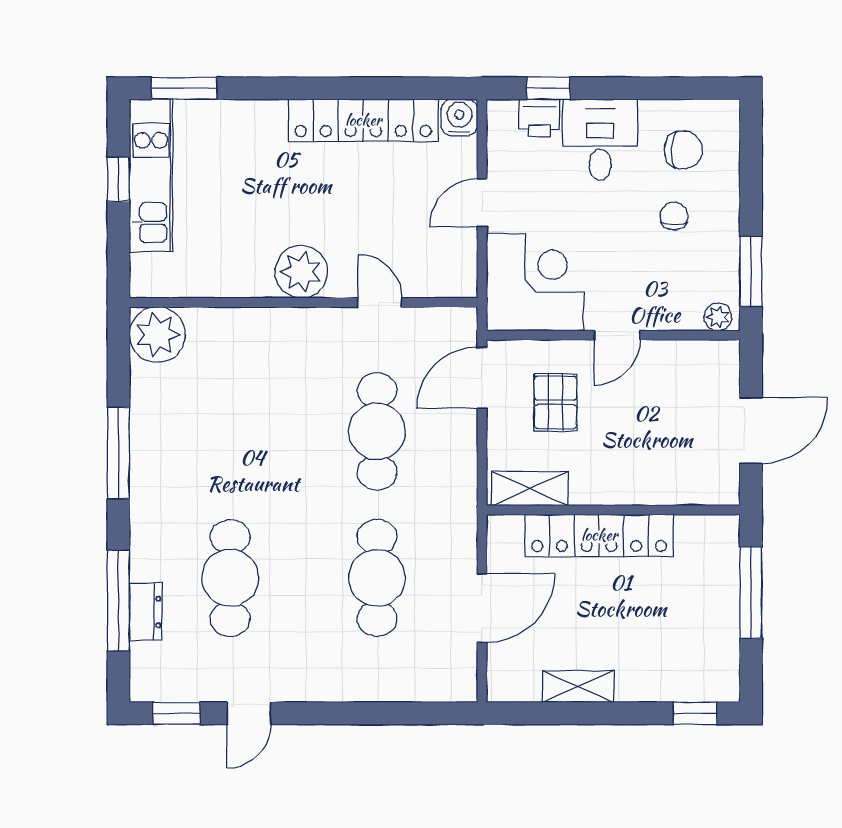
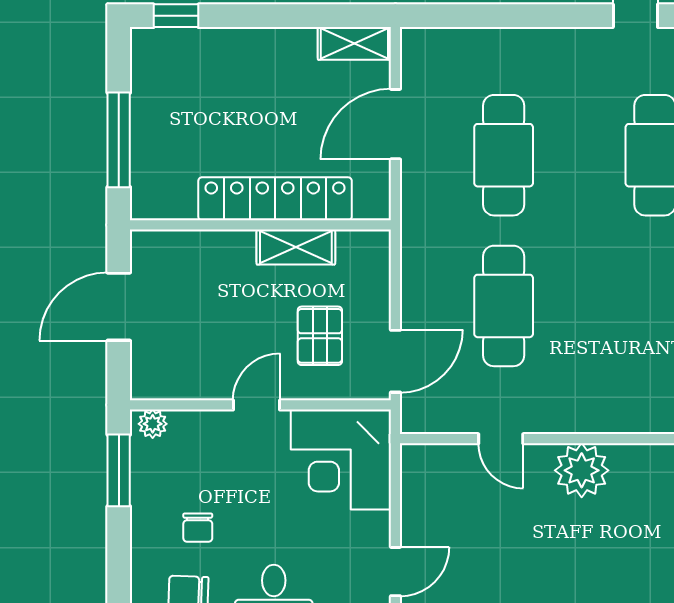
door: (482, 203) -> (395, 572), moved
shelving: (530, 489) -> (296, 247), moved
shelving: (578, 686) -> (354, 43), moved

